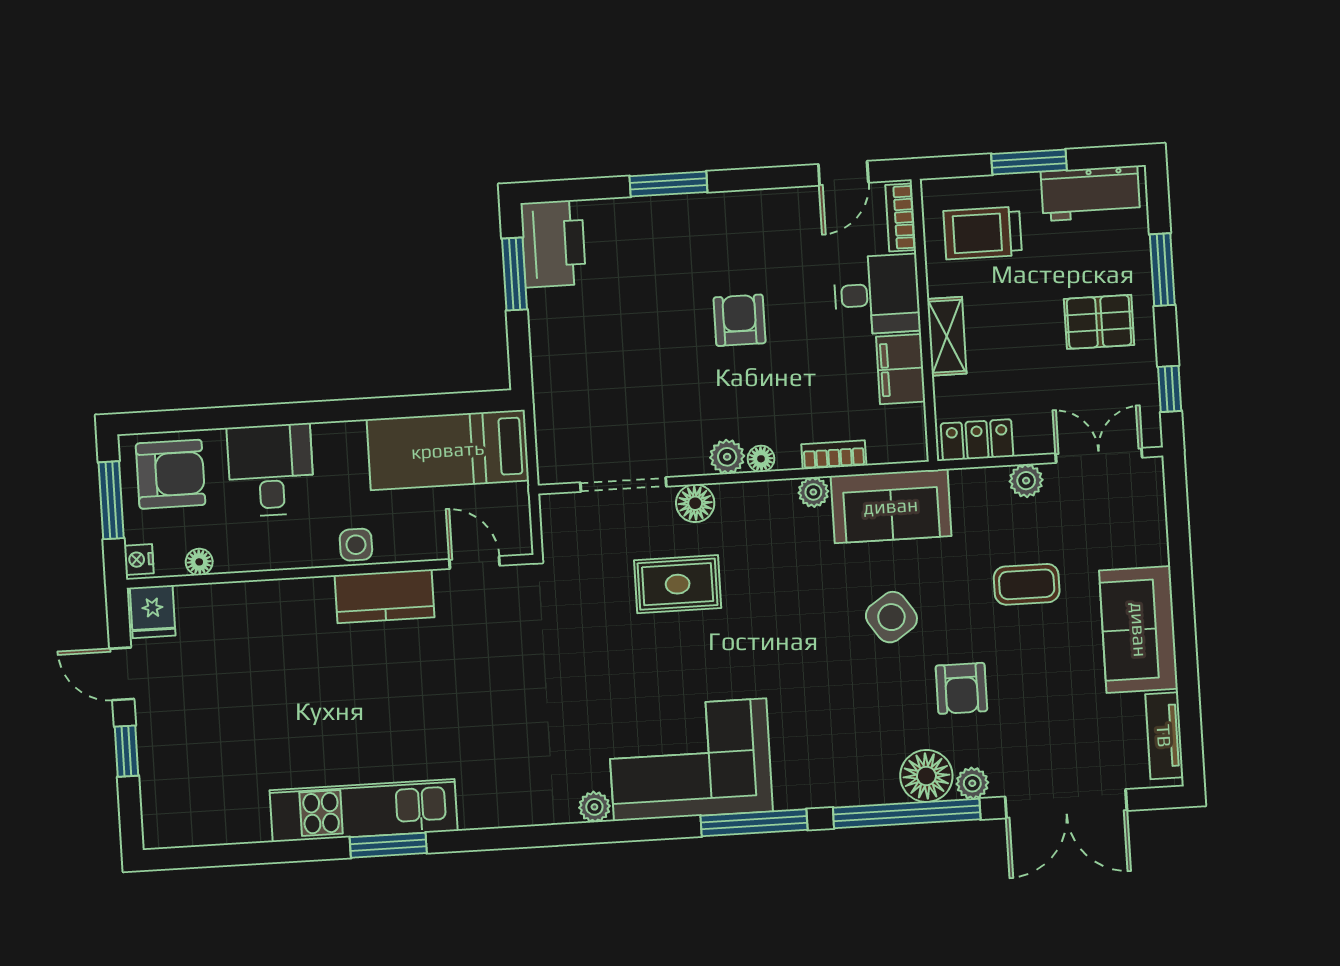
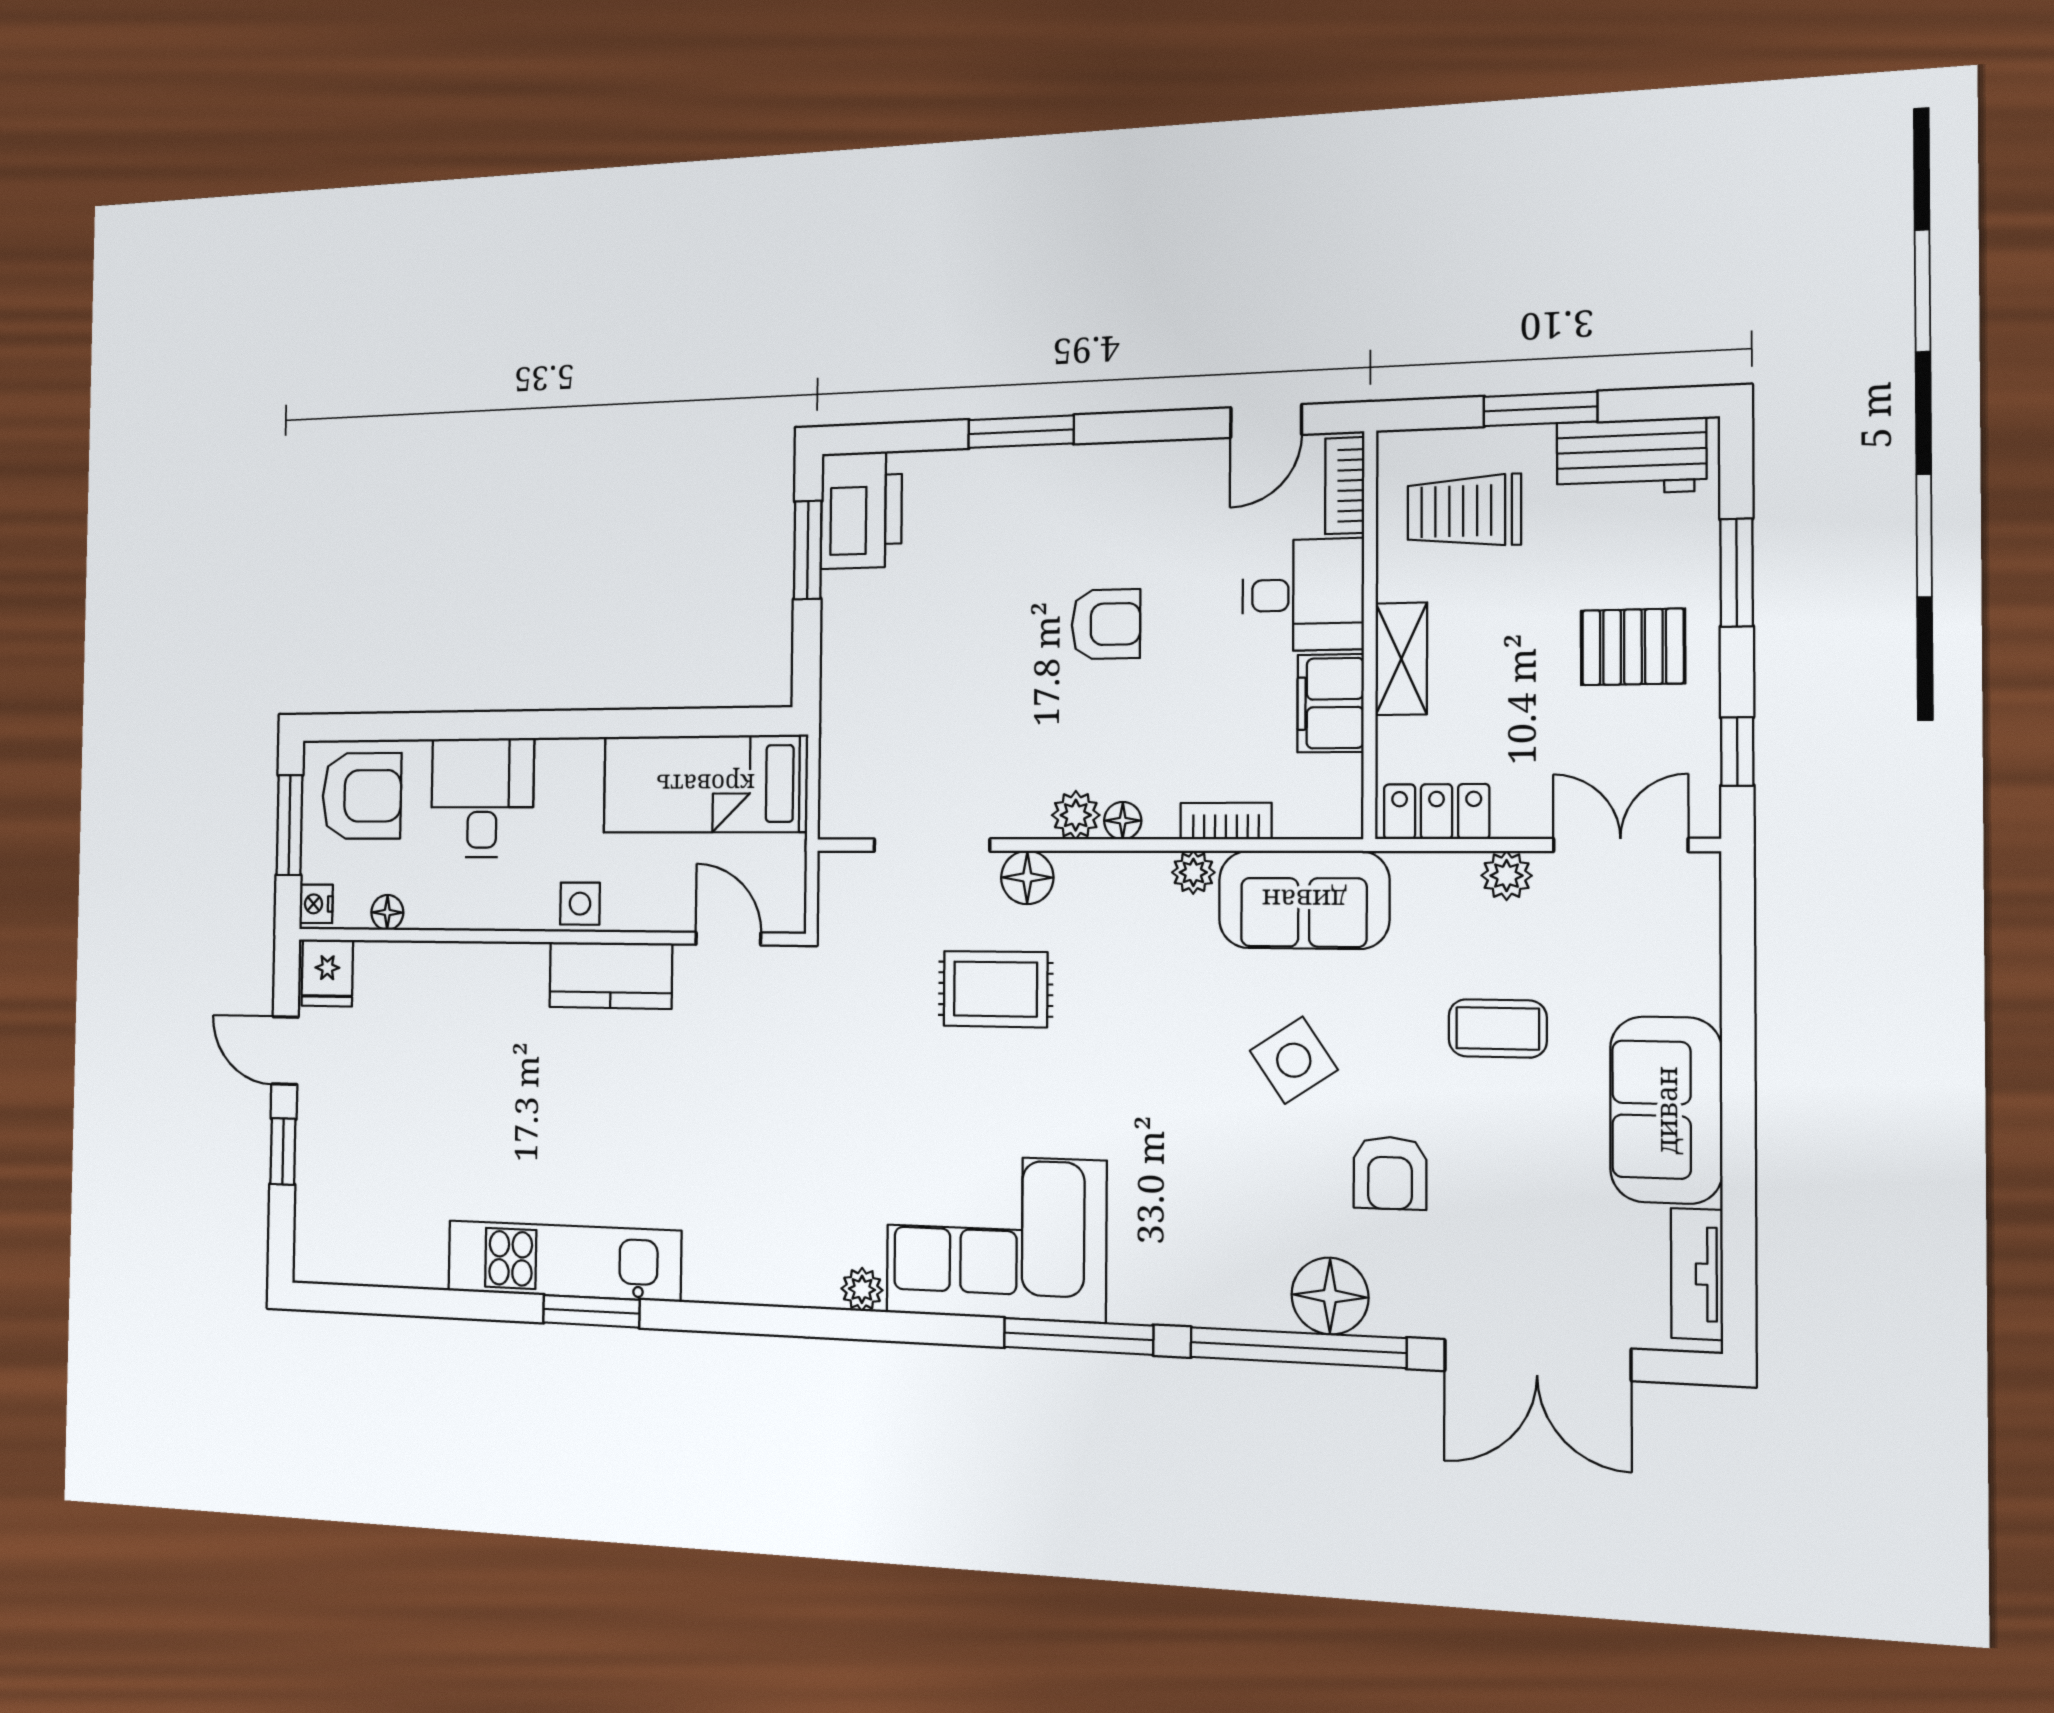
armchair: (740, 320) -> (1106, 624), turned 90
plant: (972, 783) -> (1397, 1314), removed

